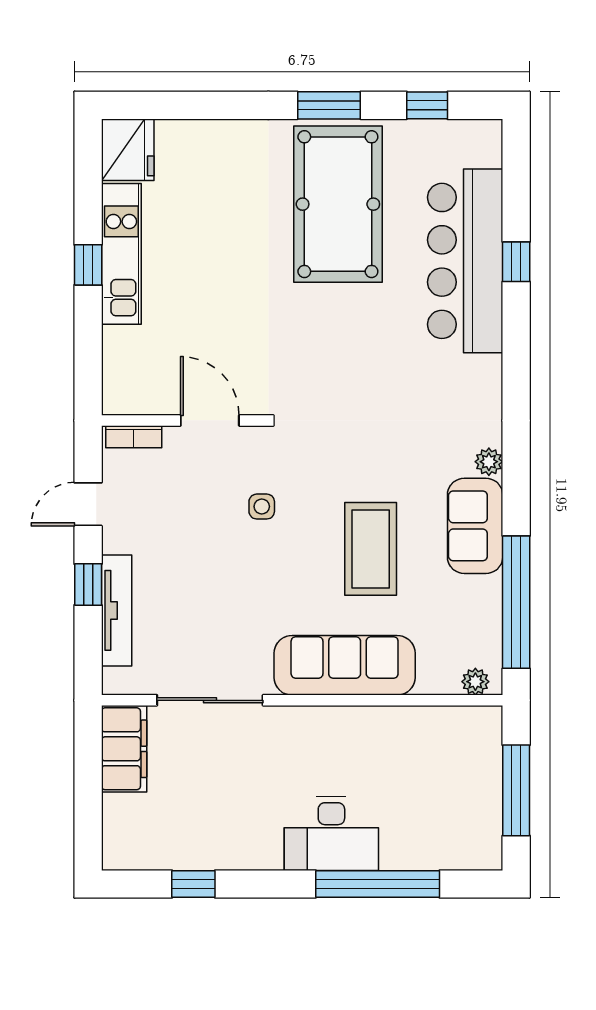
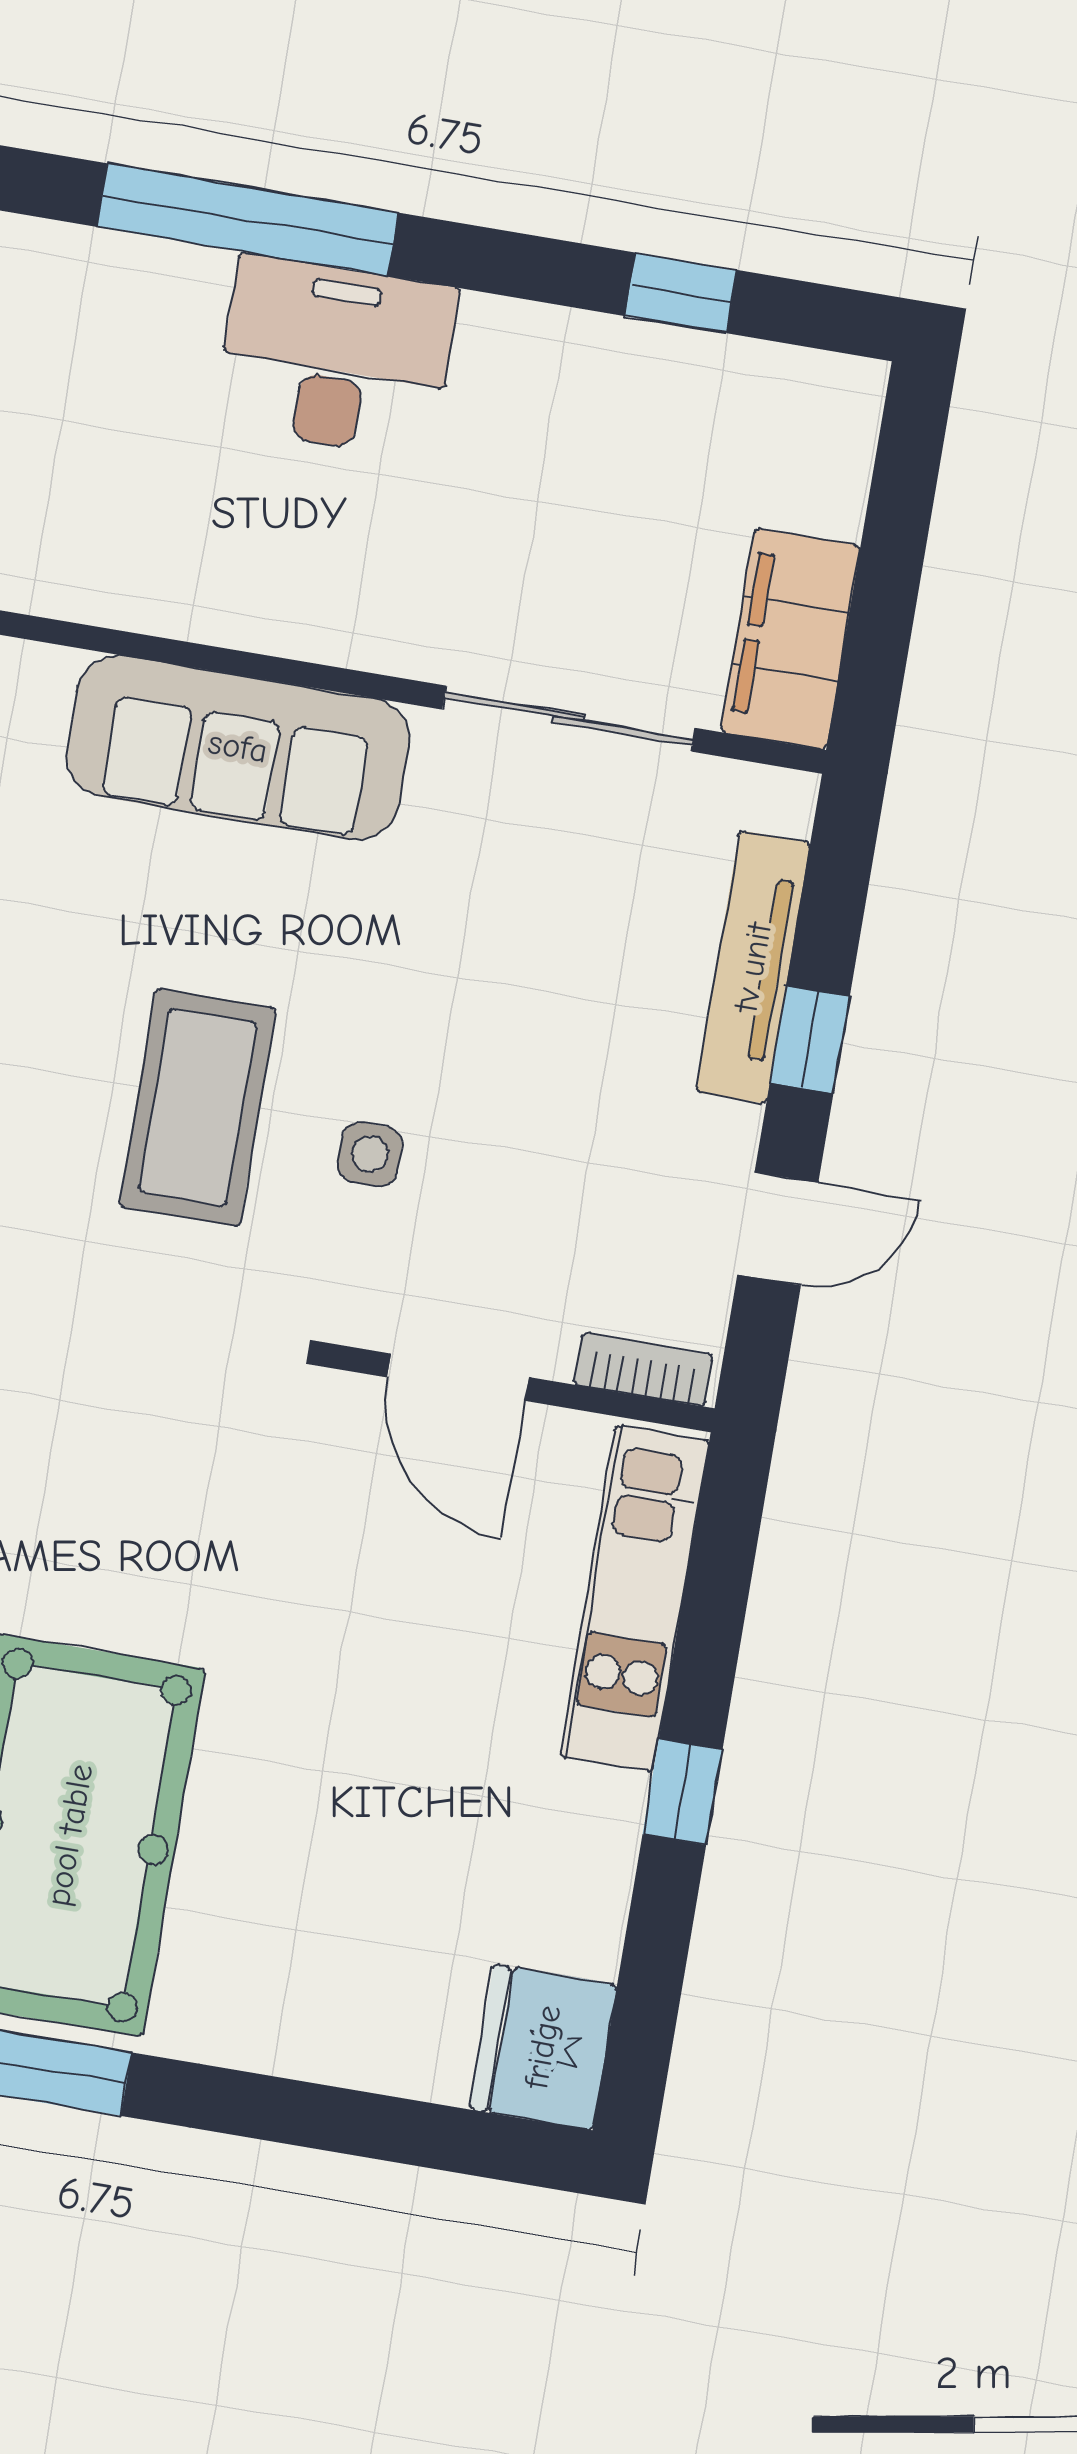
kitchen unit: (121, 254) -> (635, 1599), moved
coffee table: (371, 549) -> (198, 1107), moved

